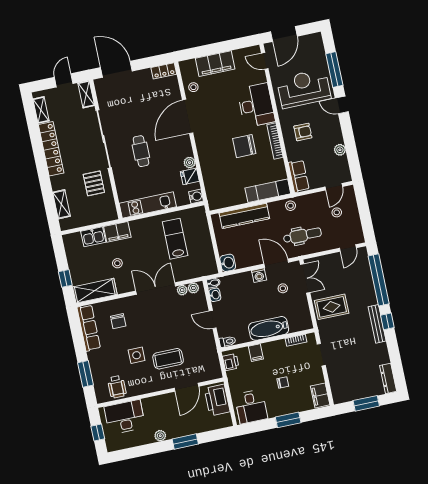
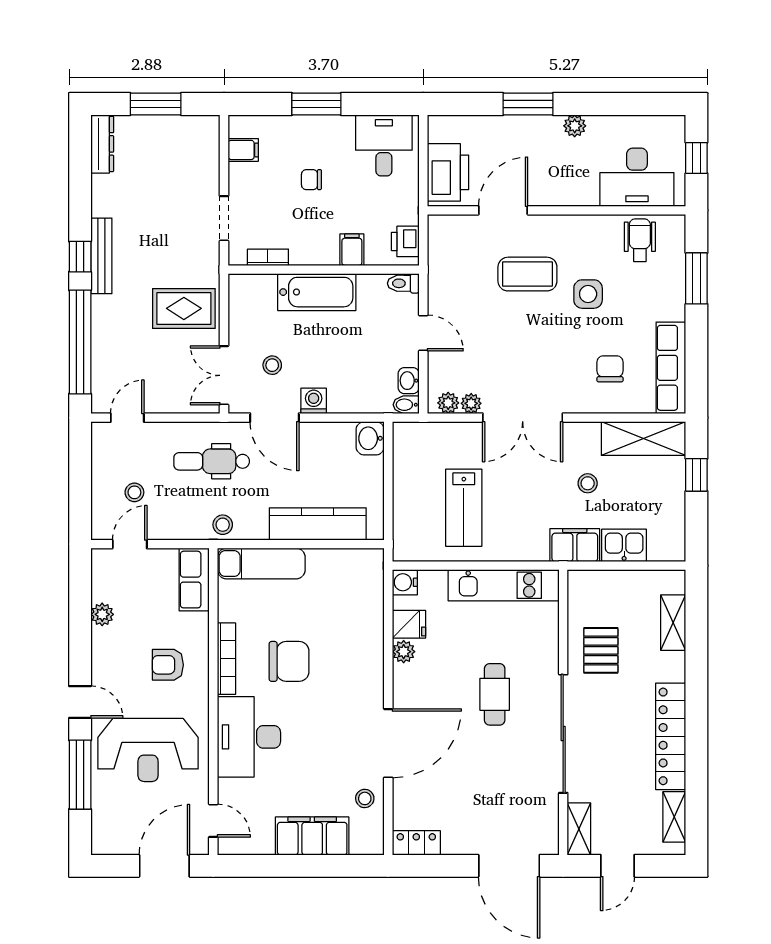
filing cabinet: (320, 395) -> (243, 150), width x0.50

